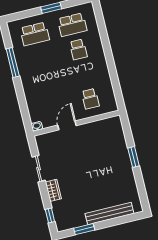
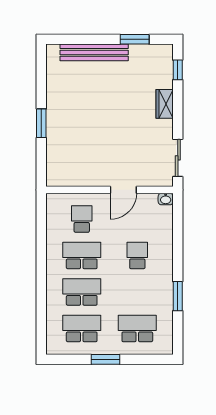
school desk: (78, 49) -> (82, 292), width x1.85
window: (13, 63) -> (178, 296), width x0.69
school desk: (84, 74) -> (82, 256), added
school desk: (47, 83) -> (137, 256), added
sliding door: (39, 169) -> (178, 158), moved

